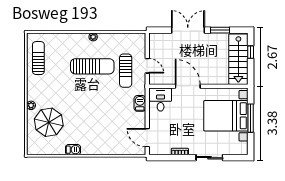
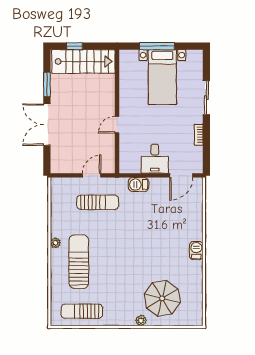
sun lounger: (92, 66) -> (79, 262), moved
door: (188, 86) -> (117, 125), width x0.53
desk: (161, 100) -> (155, 159), moved, turned -90
bed with nightstands: (226, 116) -> (162, 77), width x0.73
barbecue: (73, 150) -> (196, 251), moved

